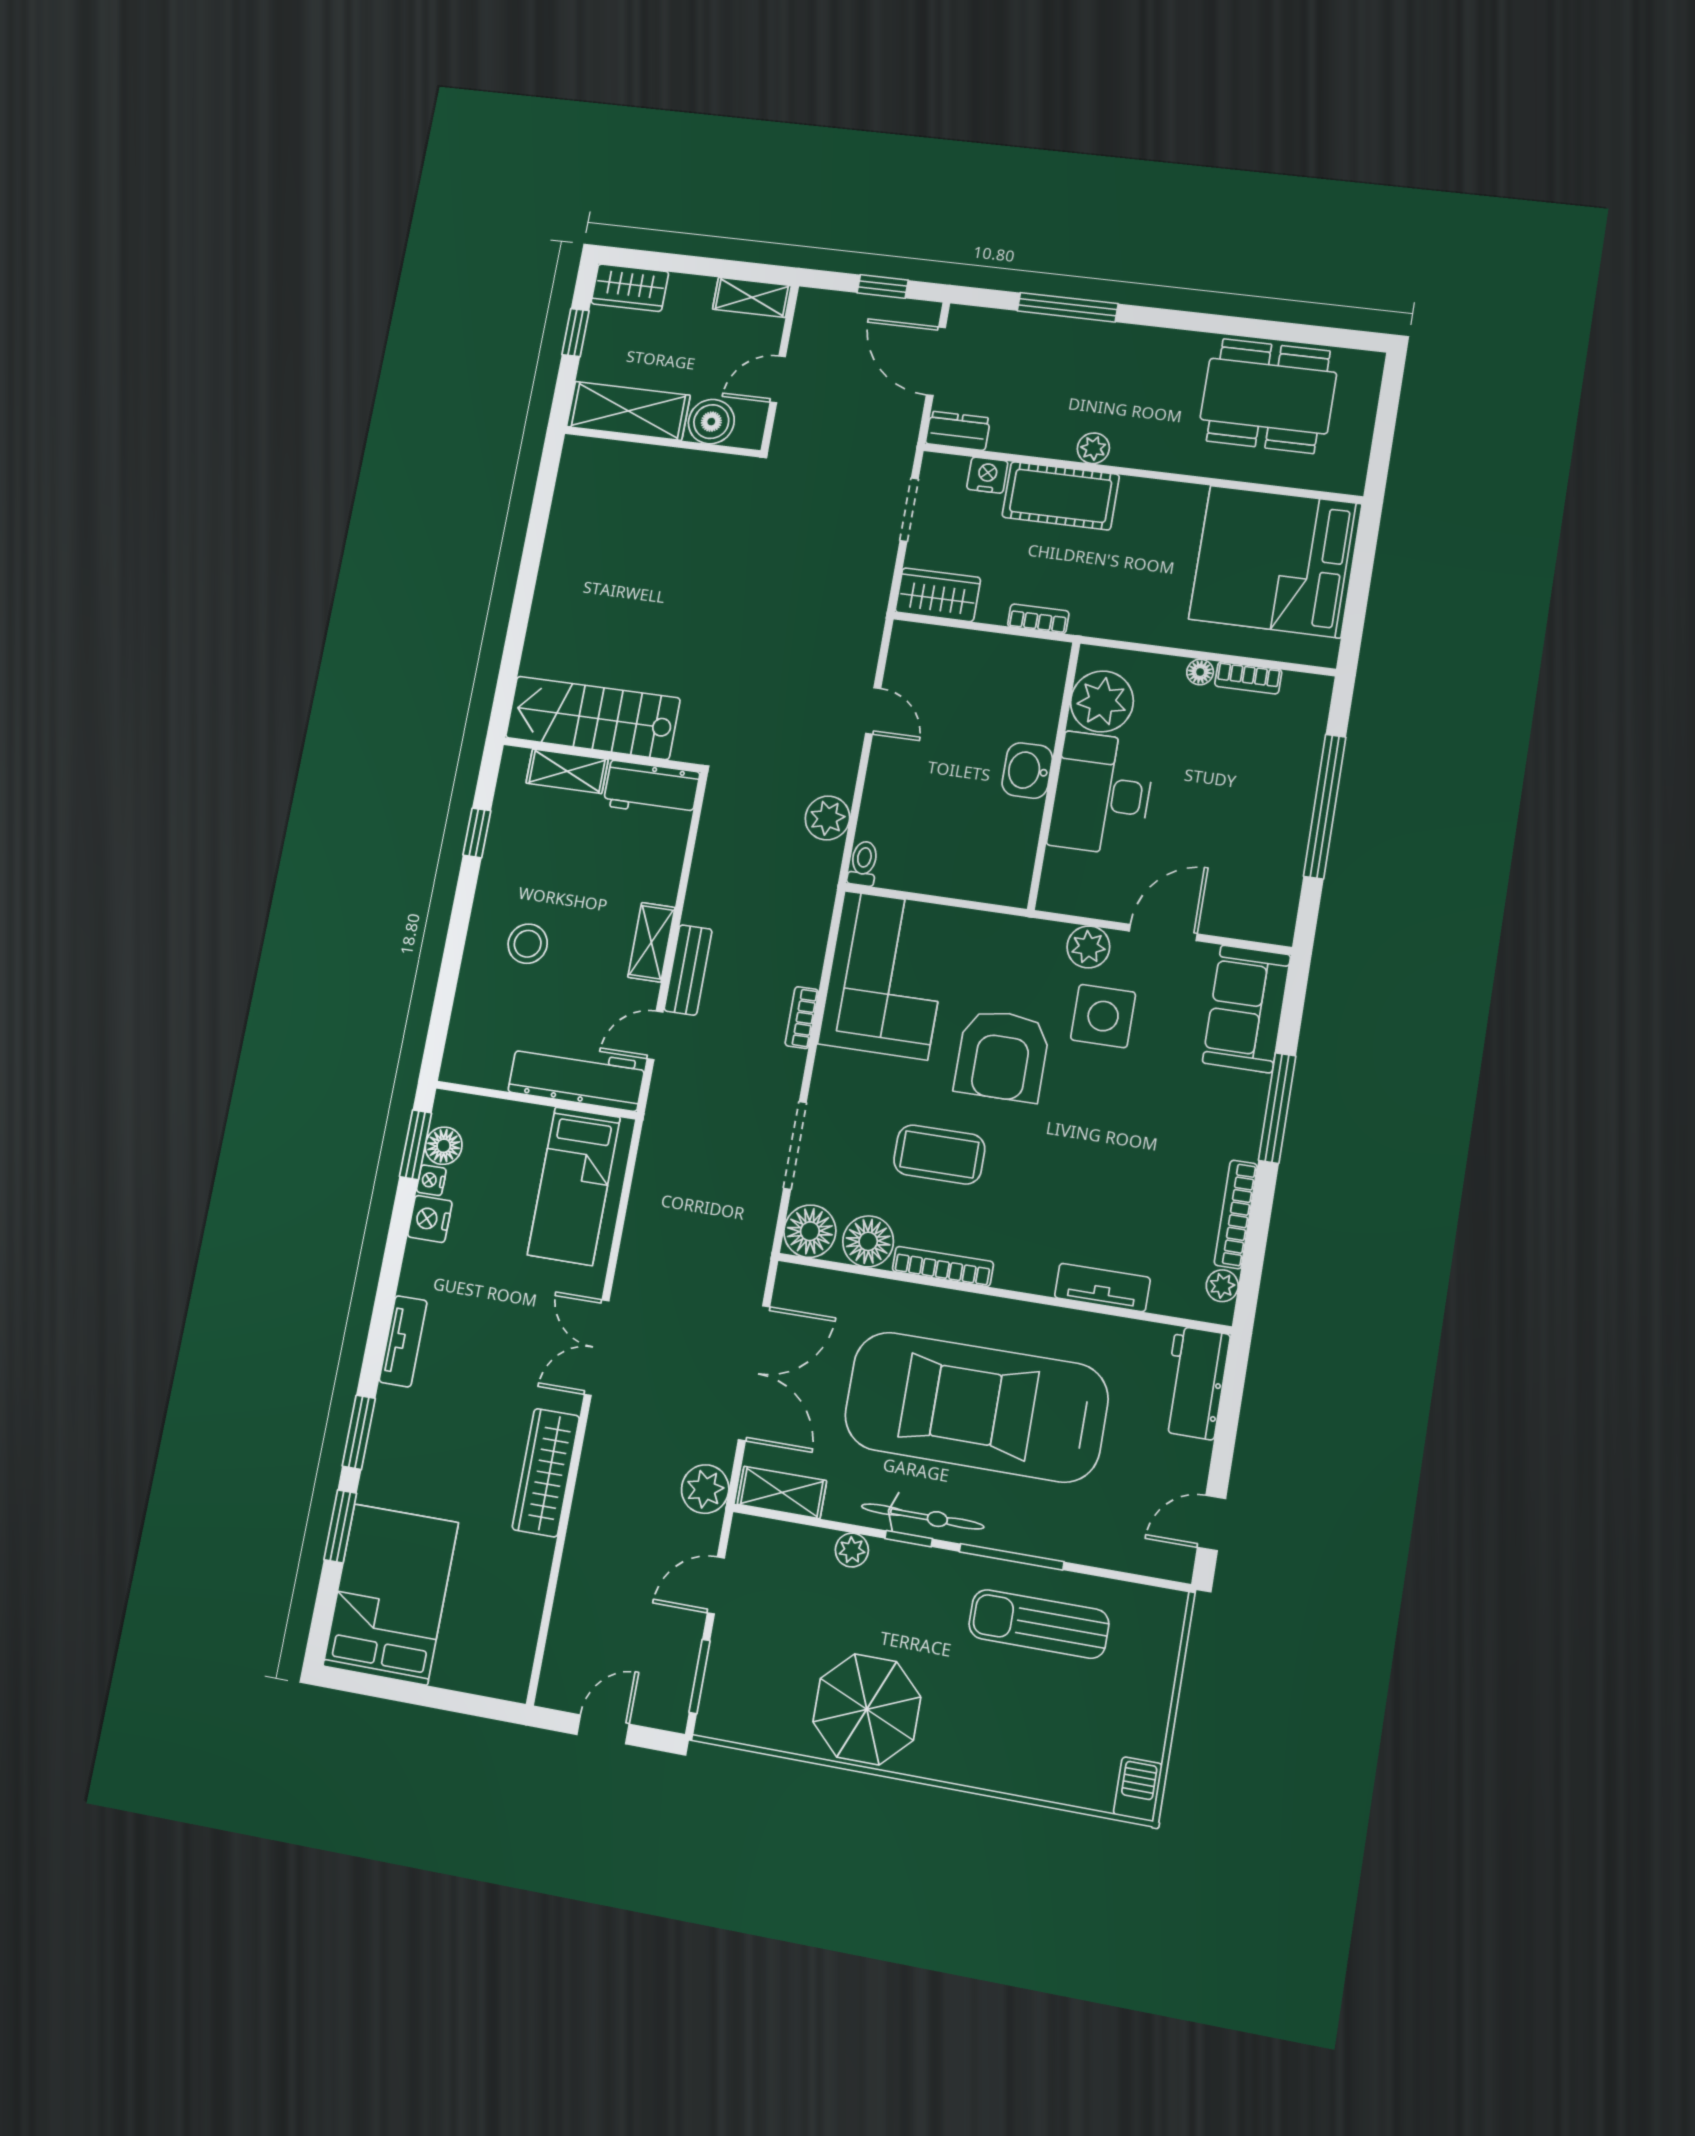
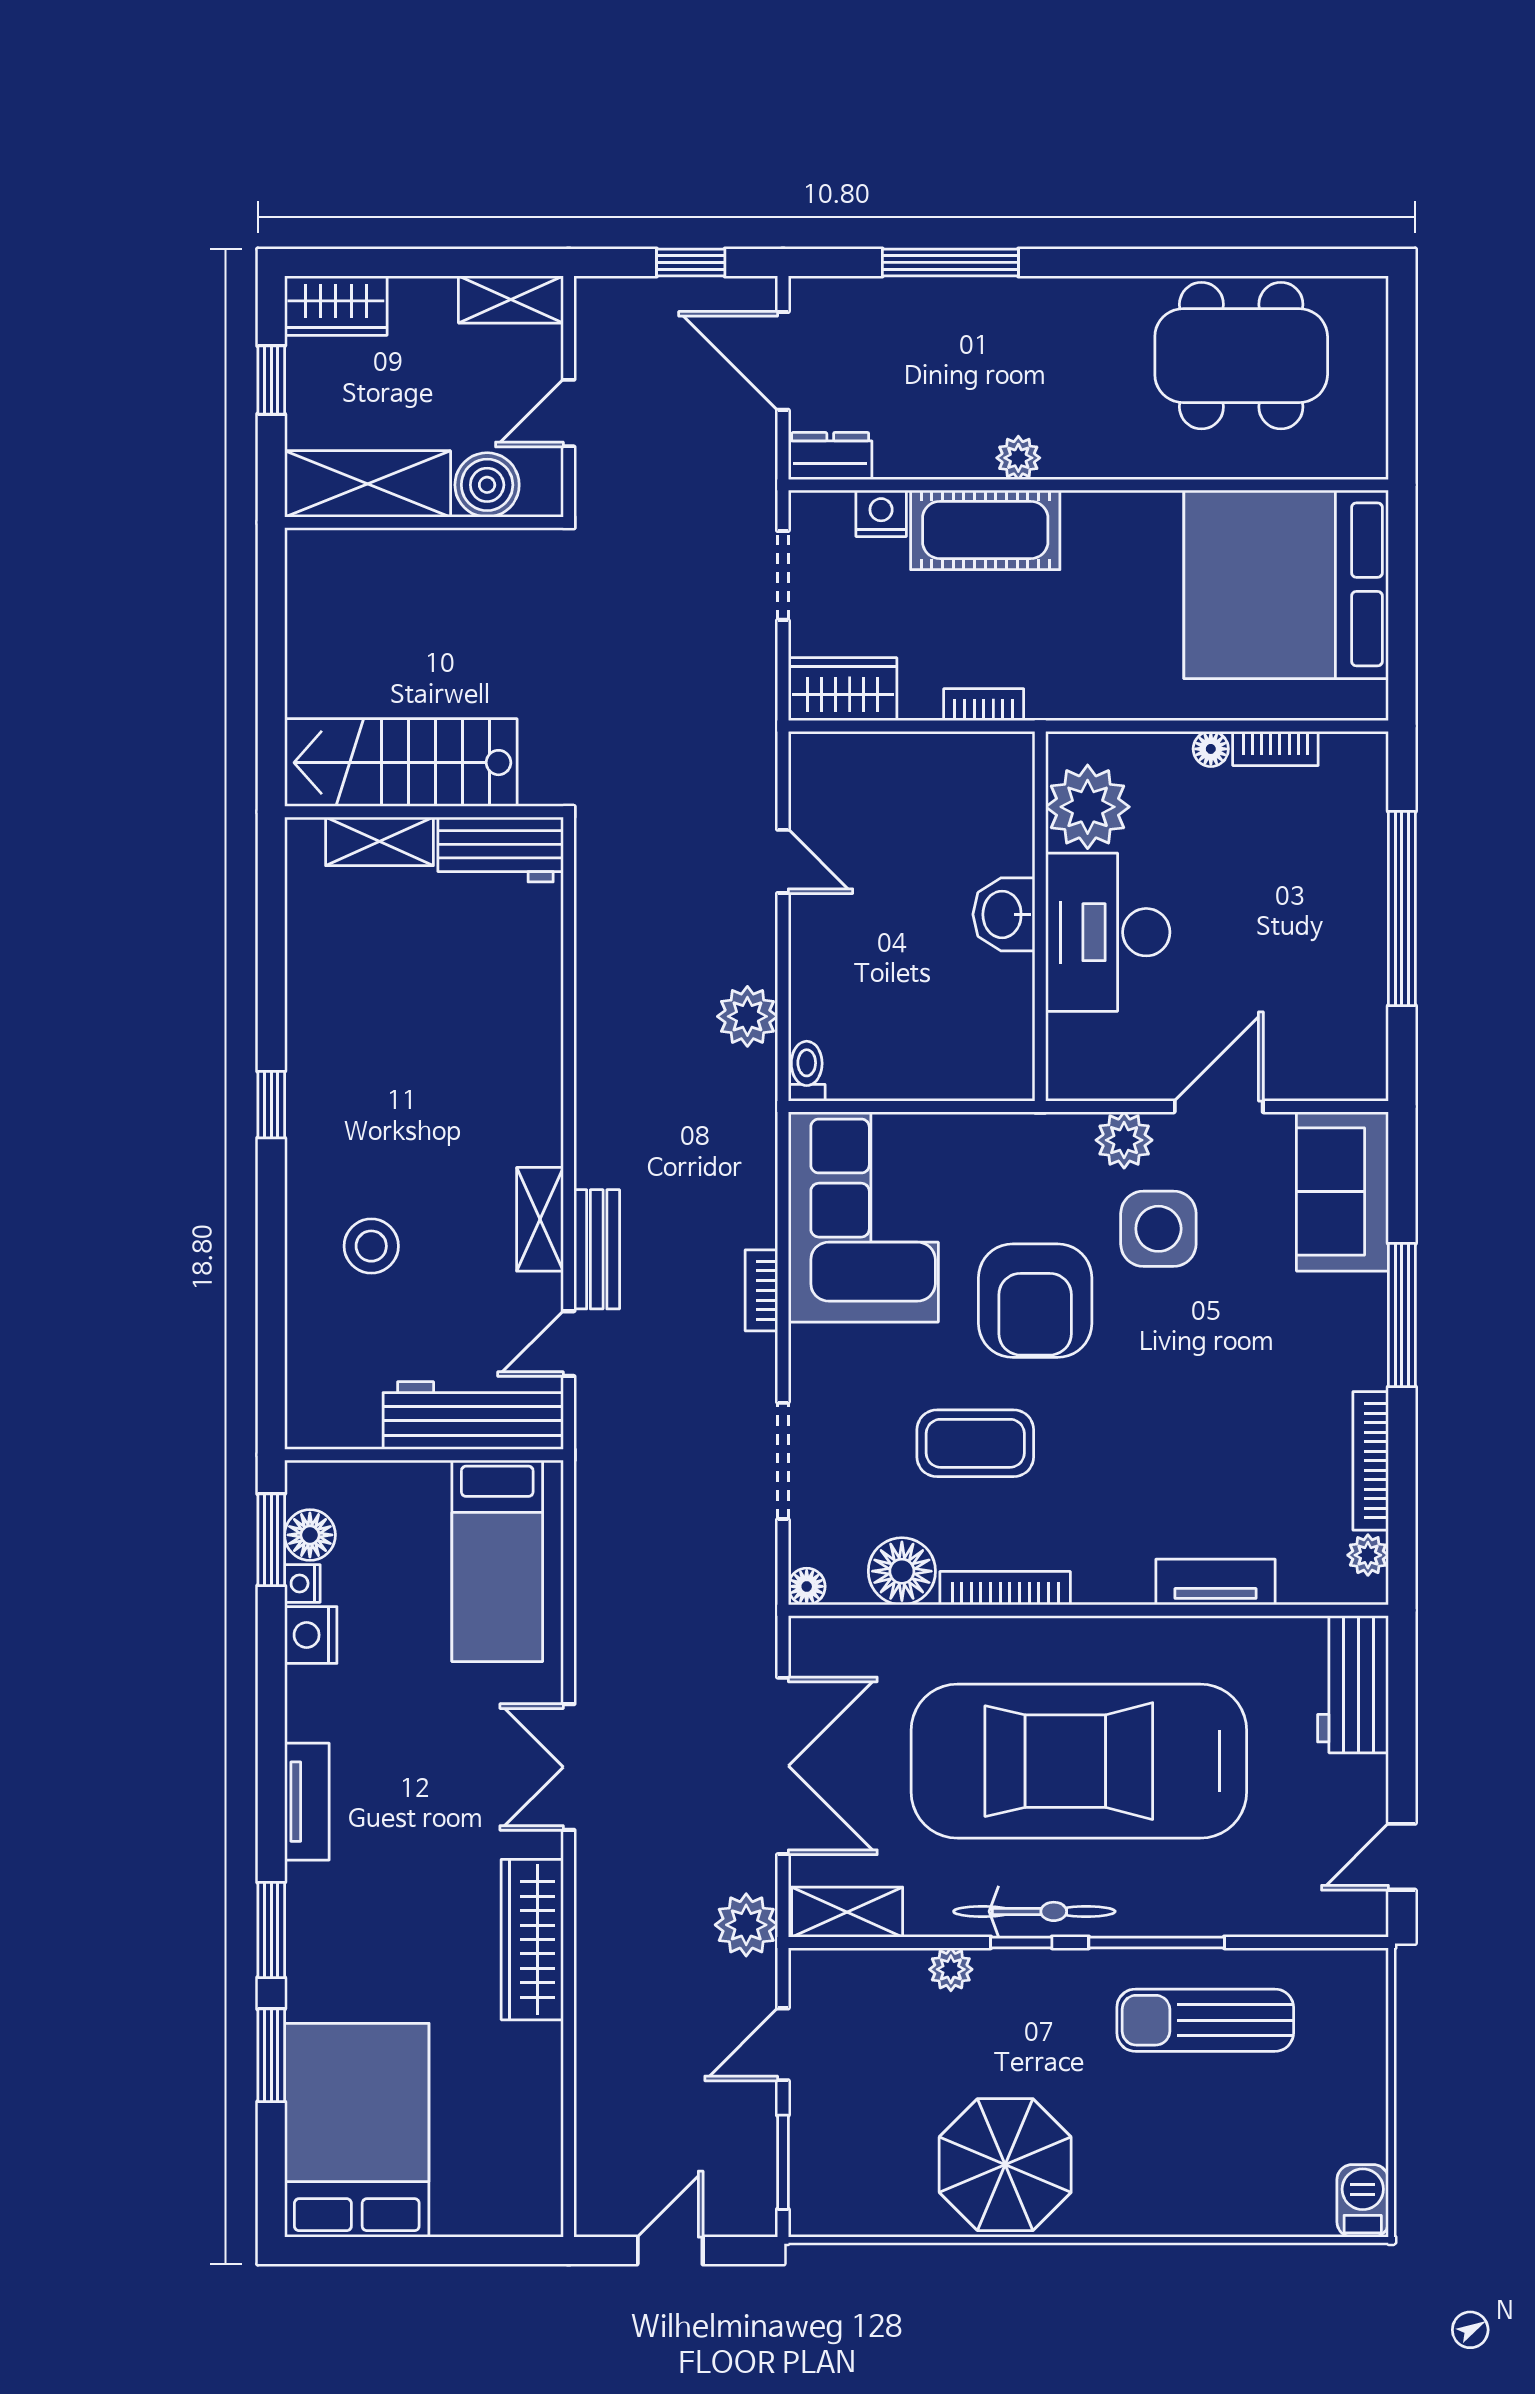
stairs: (593, 718) -> (401, 763), moved
wall: (602, 755) -> (424, 812), moved
shelving: (567, 771) -> (380, 841), moved
workbench: (651, 789) -> (501, 850), moved
floor lamp: (810, 1231) -> (807, 1586), width x0.53, depth x0.53

